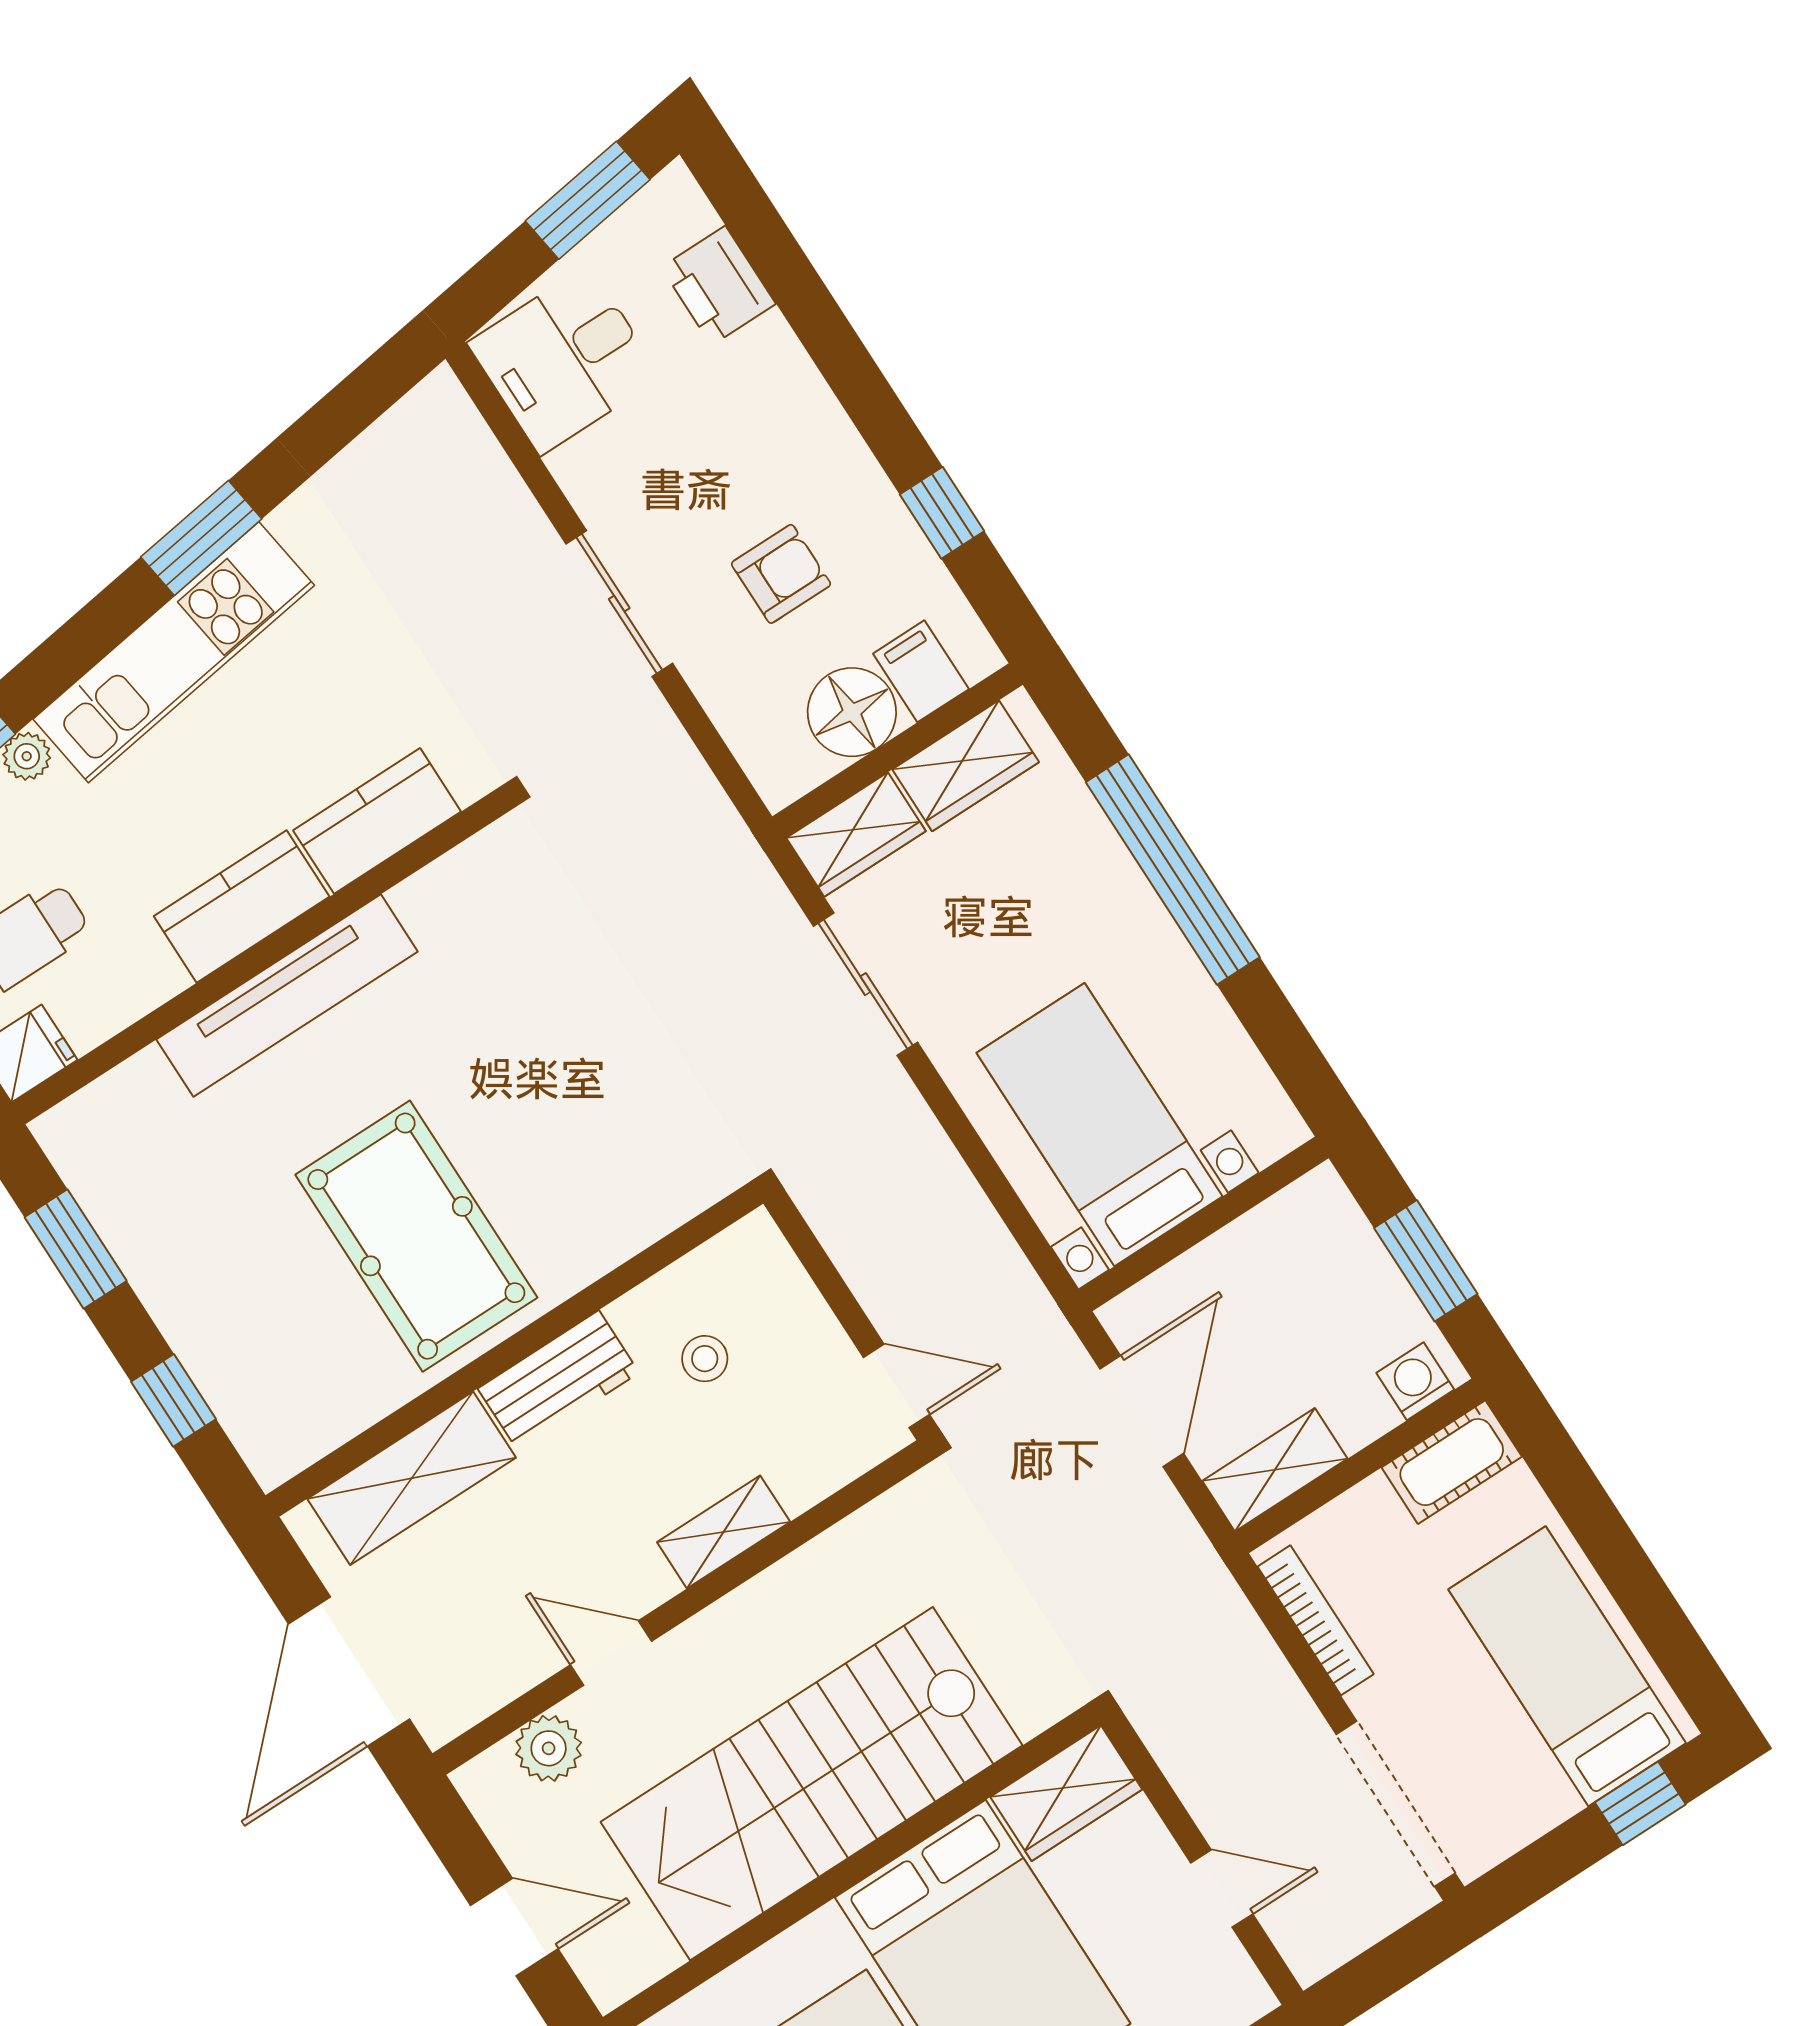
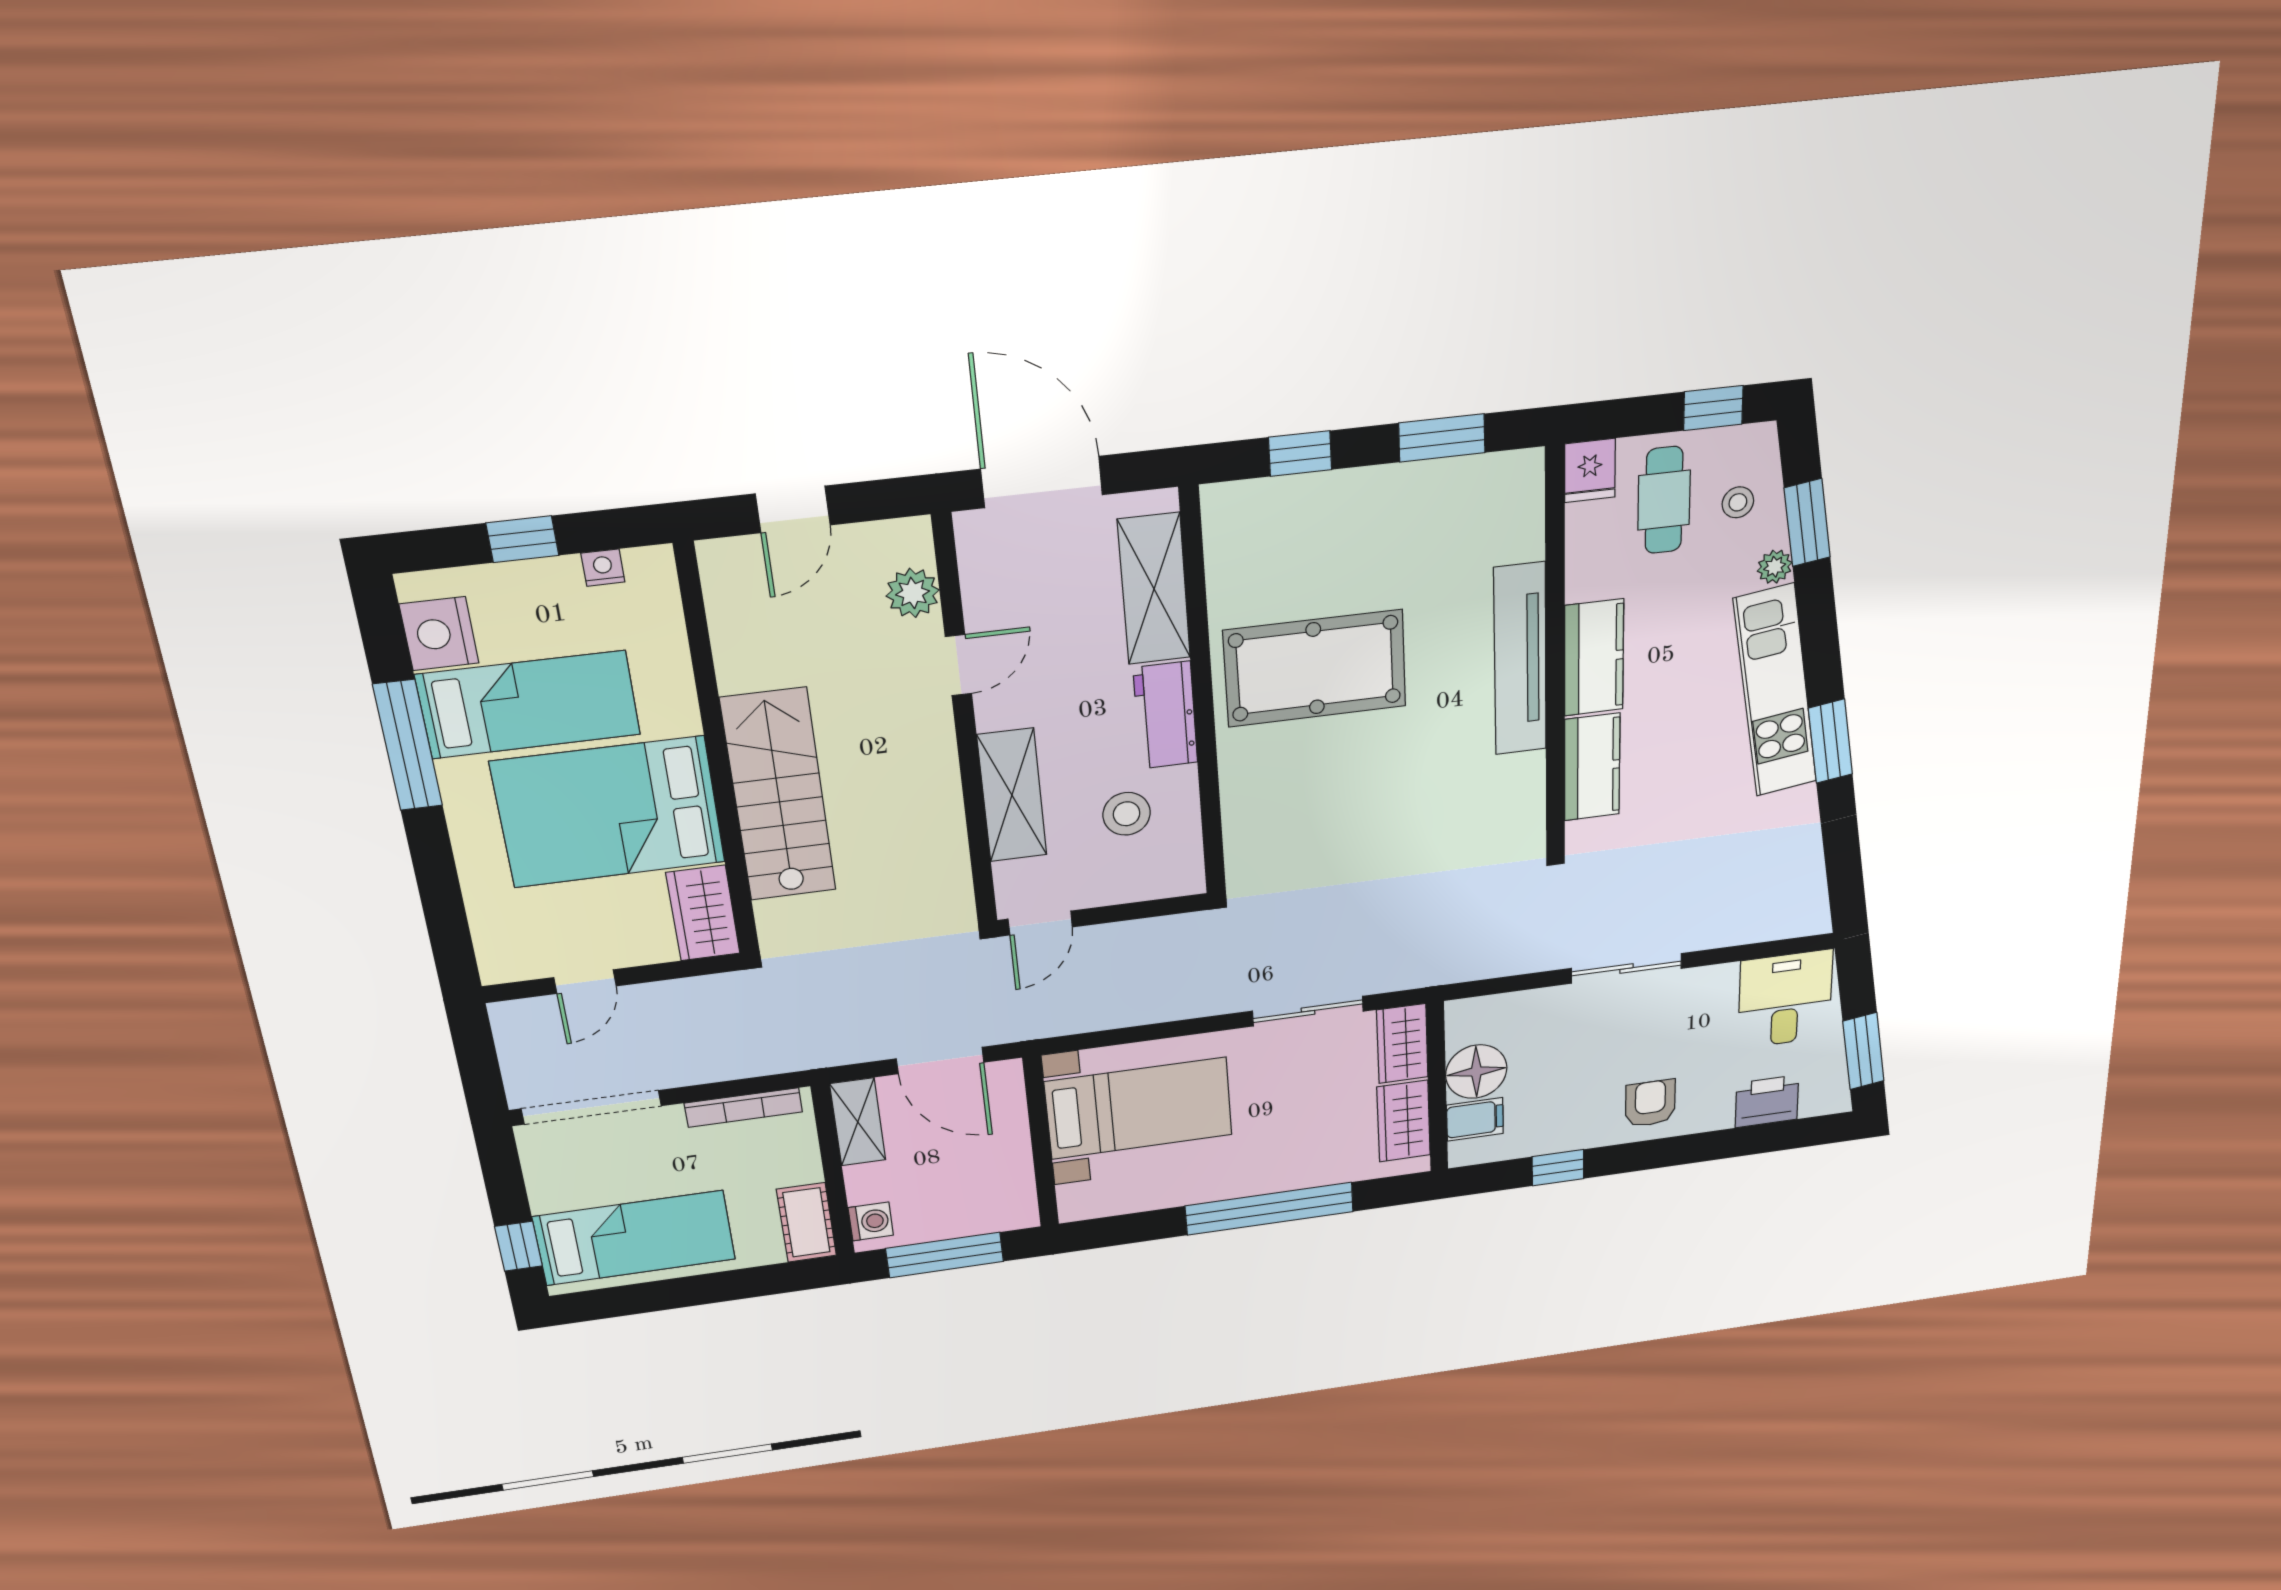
armchair: (781, 574) -> (1650, 1103), moved, turned 180
window: (1426, 1261) -> (945, 1255), width x1.44
stool: (705, 1359) -> (1127, 814), width x1.37, depth x1.37
shelving: (724, 1532) -> (1012, 795), width x1.50, depth x1.33
stairs: (812, 1784) -> (778, 795), width x0.73, depth x0.66

